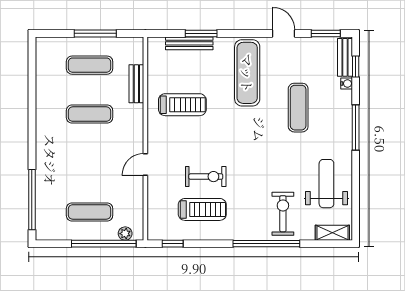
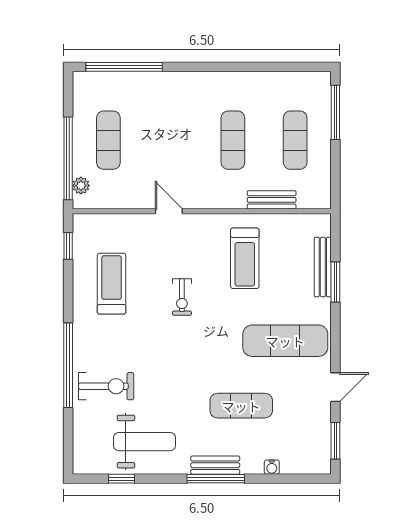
window: (95, 33) -> (335, 112), moved
bench: (345, 57) -> (215, 465), moved
window: (356, 66) -> (121, 479), moved
exercise bike: (206, 177) -> (182, 297), moved, width x0.73, depth x0.72
treadmill: (202, 209) -> (112, 284), turned 180
shelving: (332, 233) -> (82, 449), removed

